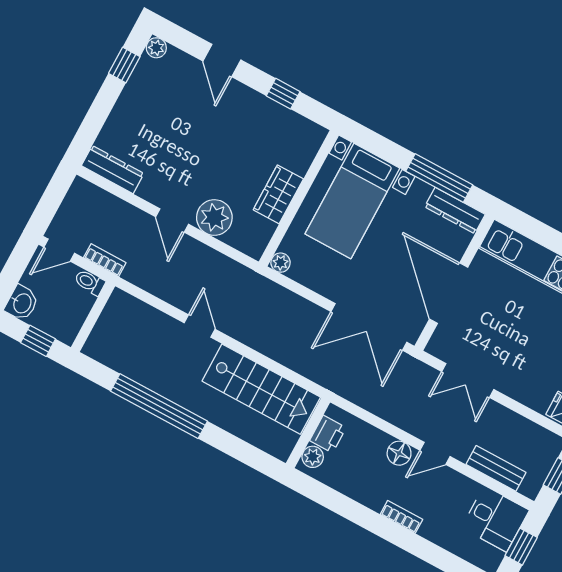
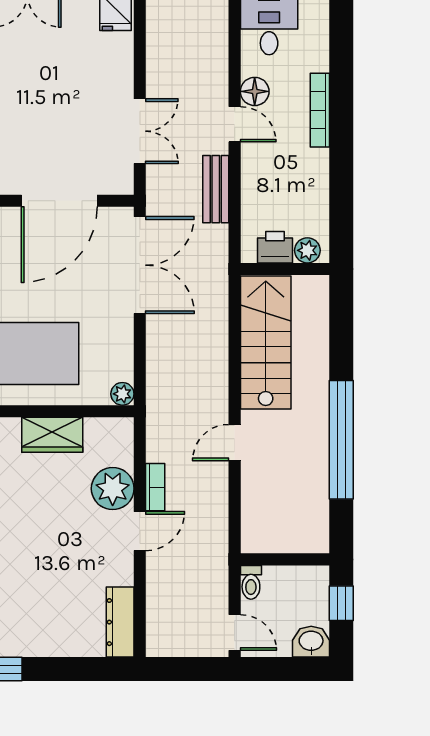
bookcase: (105, 260) -> (155, 487), moved, turned 180
floor lamp: (399, 453) -> (255, 91), moved
bench: (496, 468) -> (216, 189), moved
bookcase: (401, 517) -> (320, 110), width x1.56

